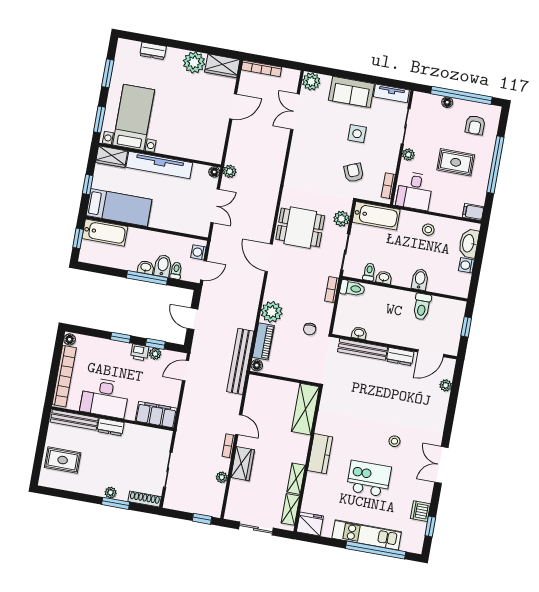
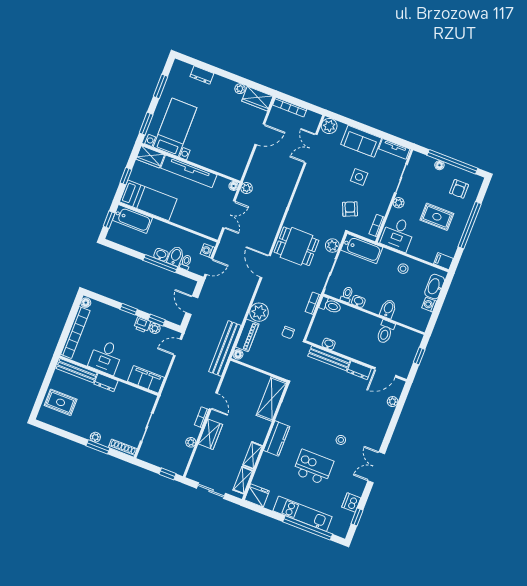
plant: (194, 62) -> (240, 89), width x0.53, depth x0.53
desk: (105, 398) -> (106, 357), width x0.73

